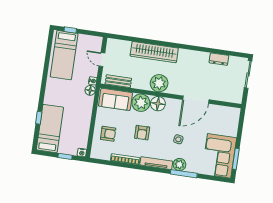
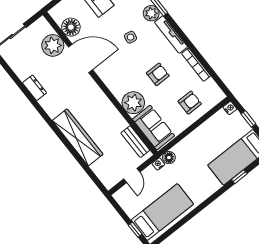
dresser: (219, 59) -> (35, 88), moved
plant: (159, 83) -> (53, 45), moved
floor lamp: (158, 104) -> (71, 27), moved
armchair: (108, 134) -> (190, 103), turned 90

